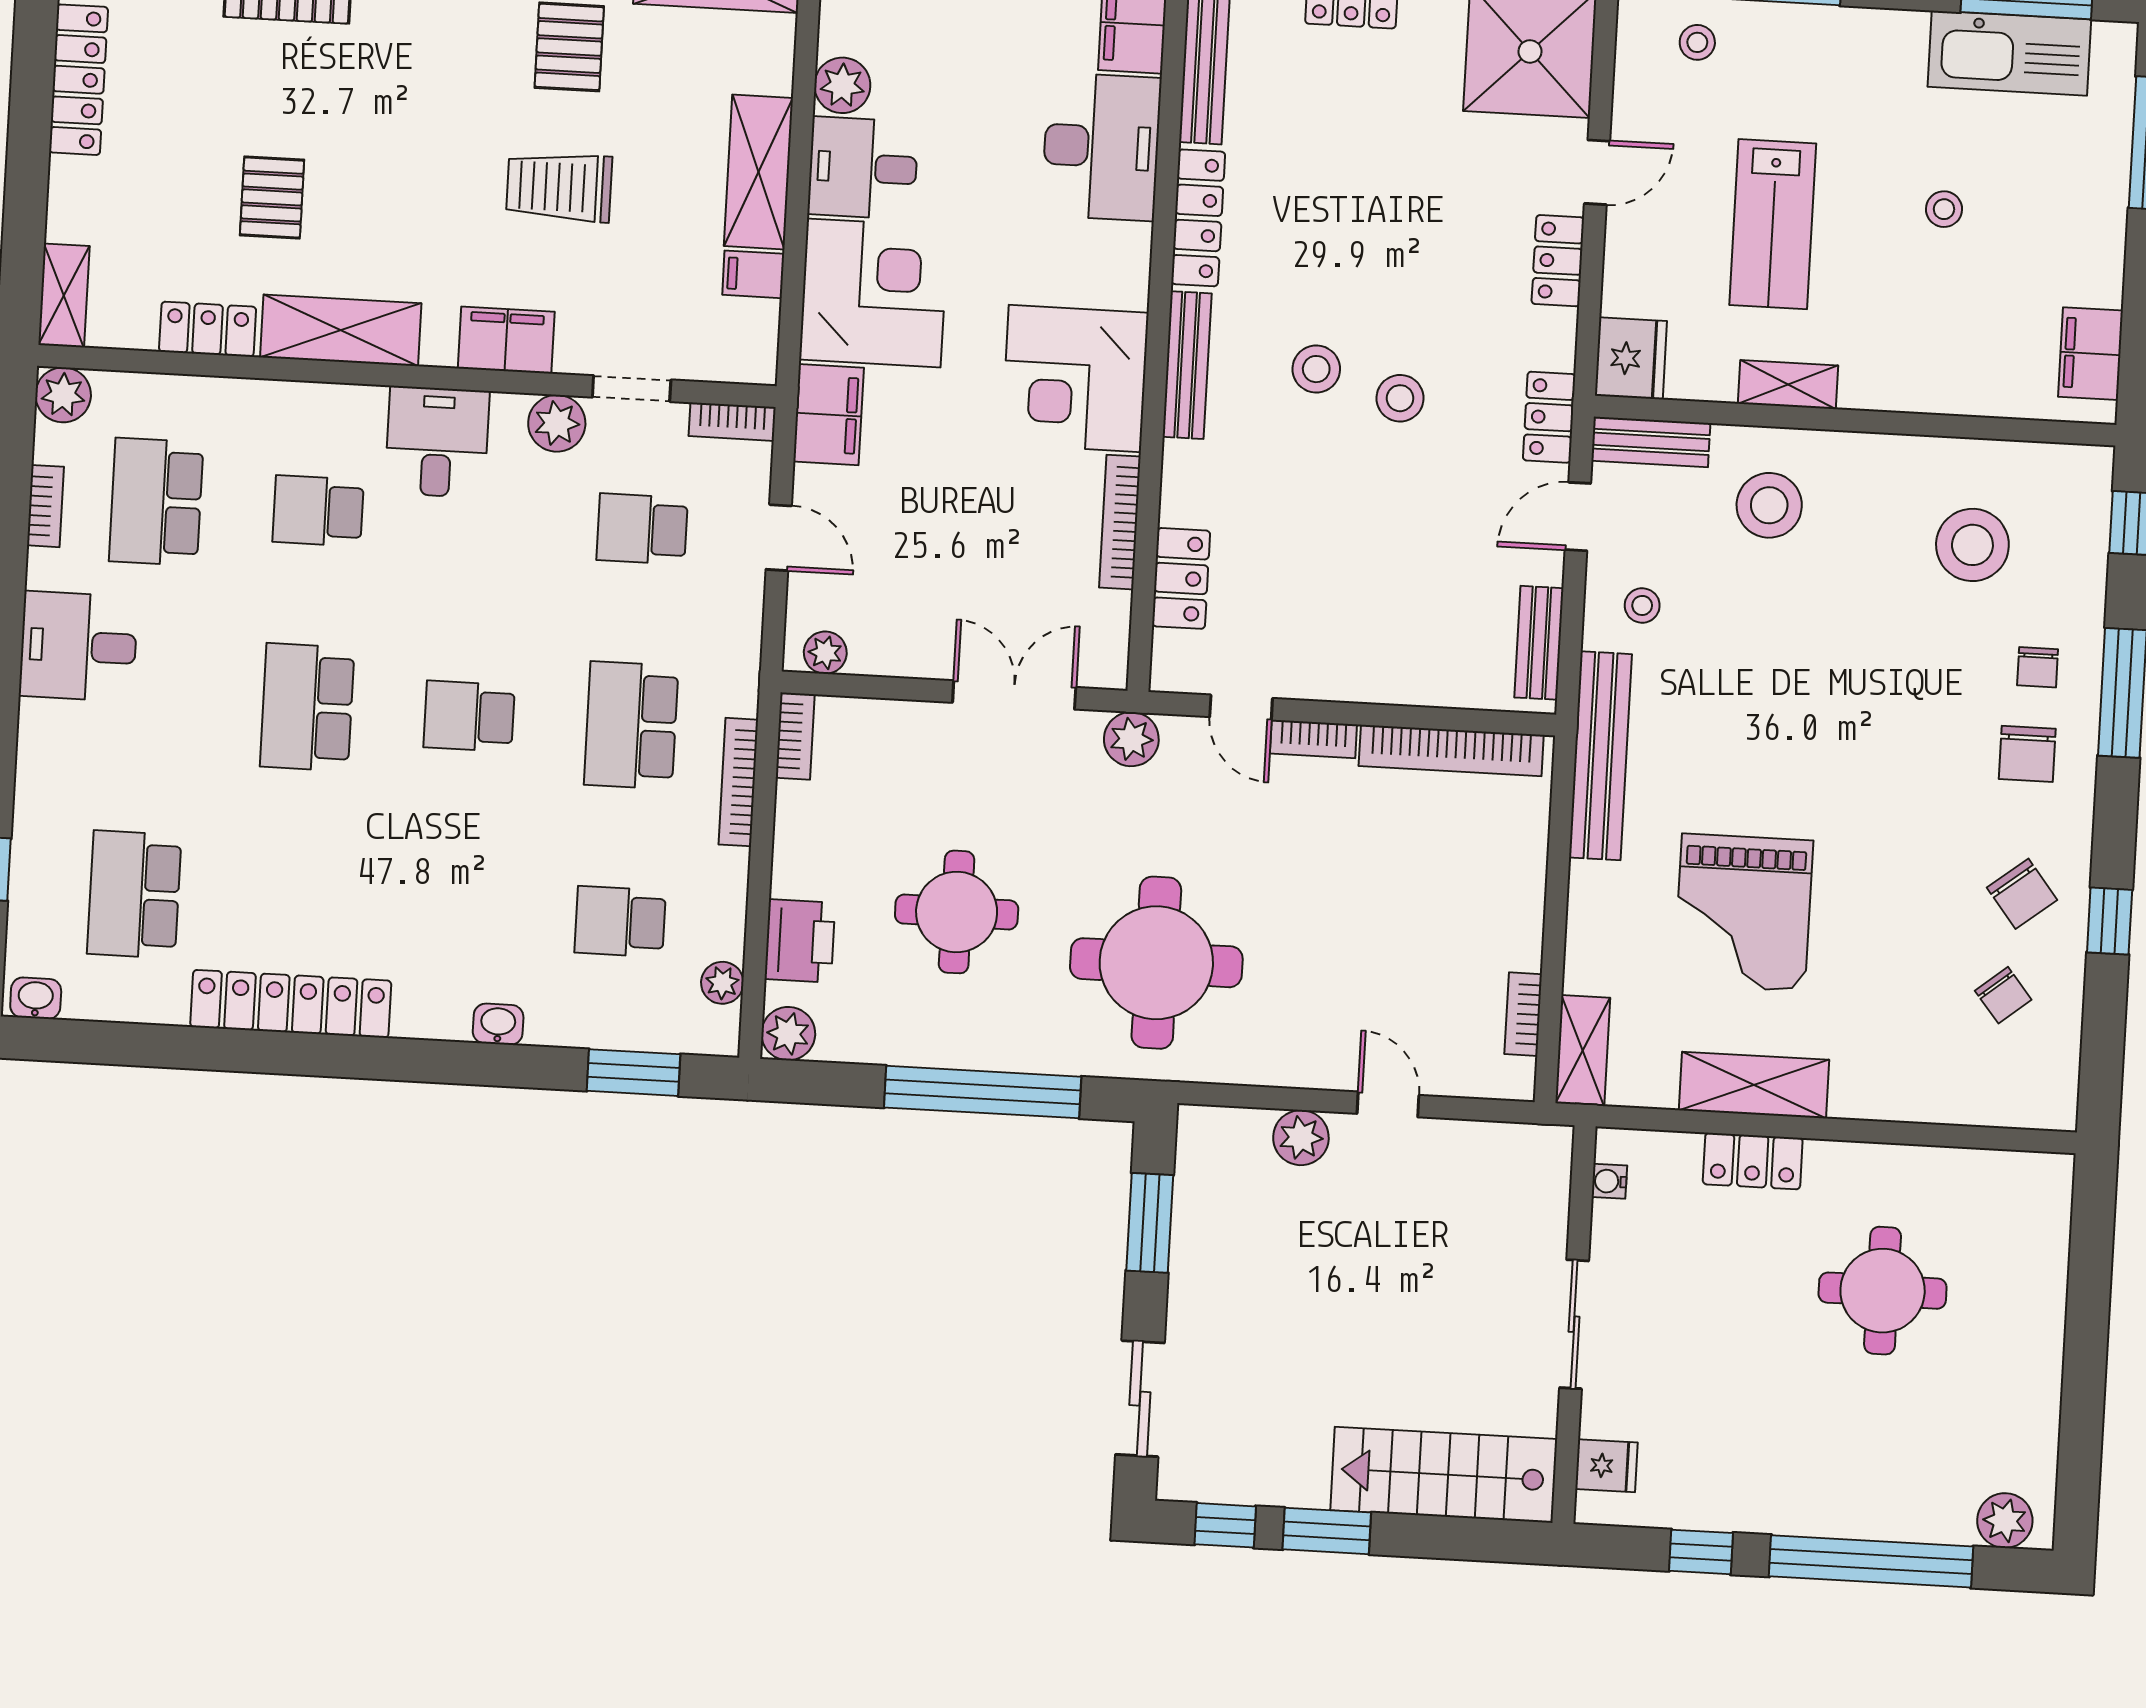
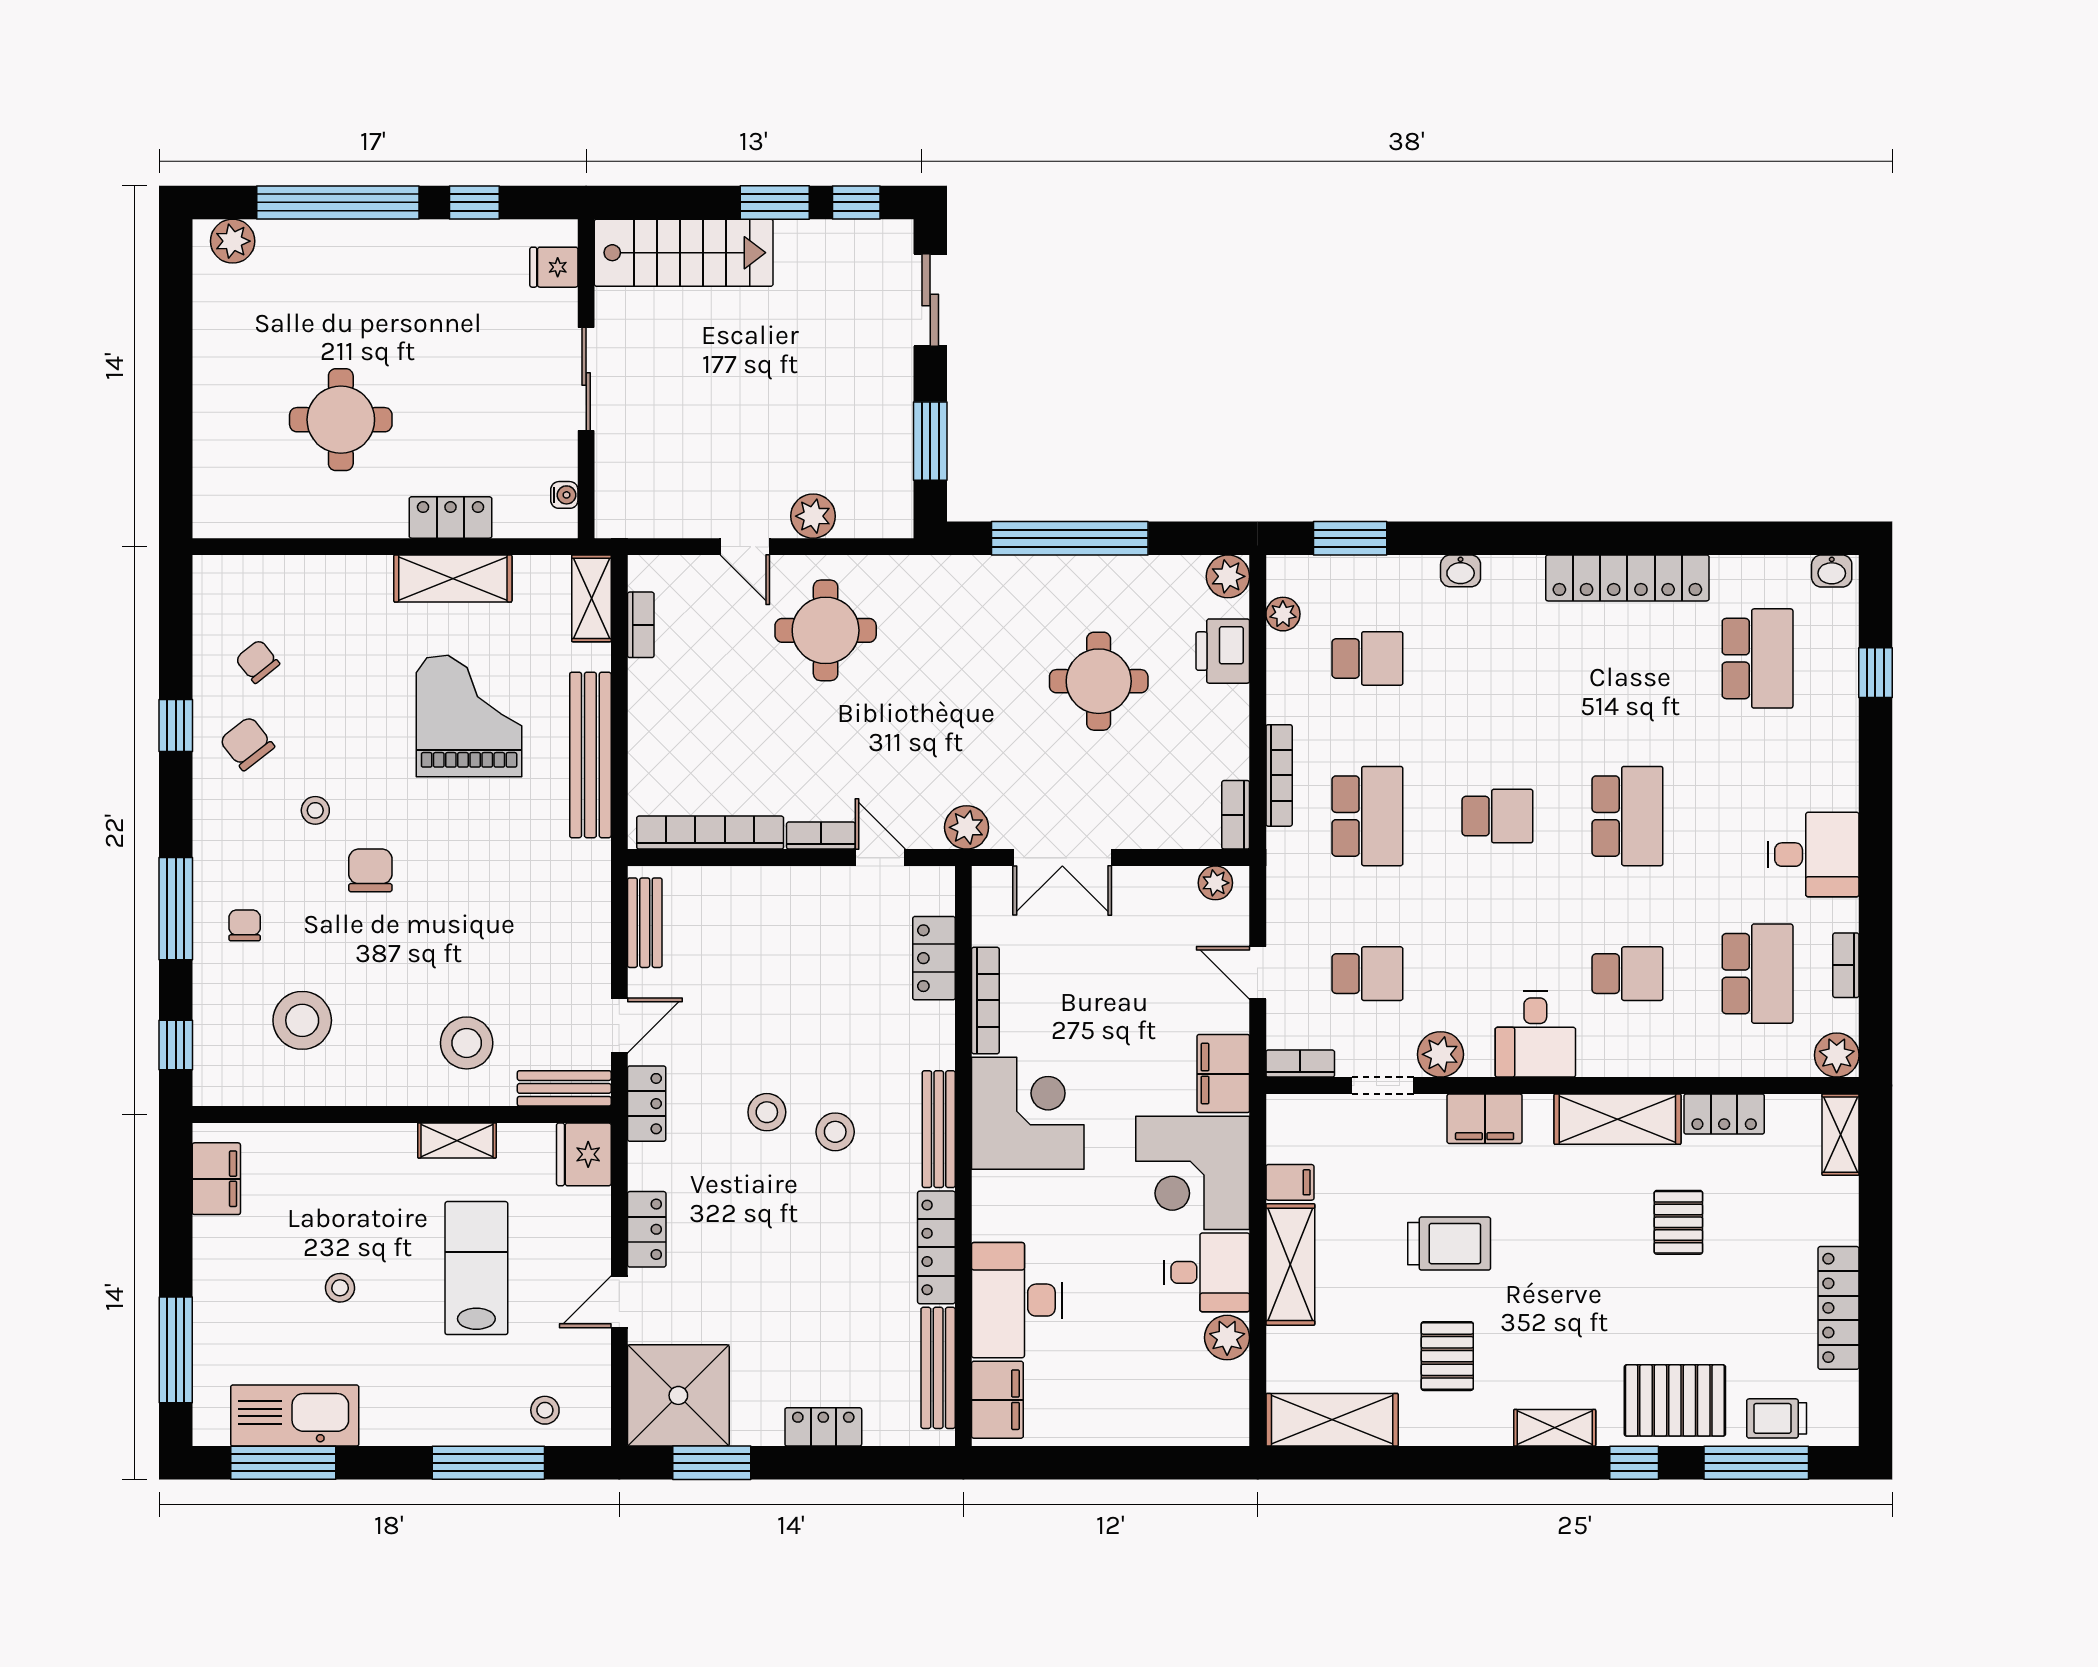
stool: (1642, 605) -> (315, 810), moved
chair: (2027, 754) -> (370, 870), moved
bench: (1601, 756) -> (590, 755), moved
round table: (1156, 963) -> (826, 630), moved, width x0.73, depth x0.73

